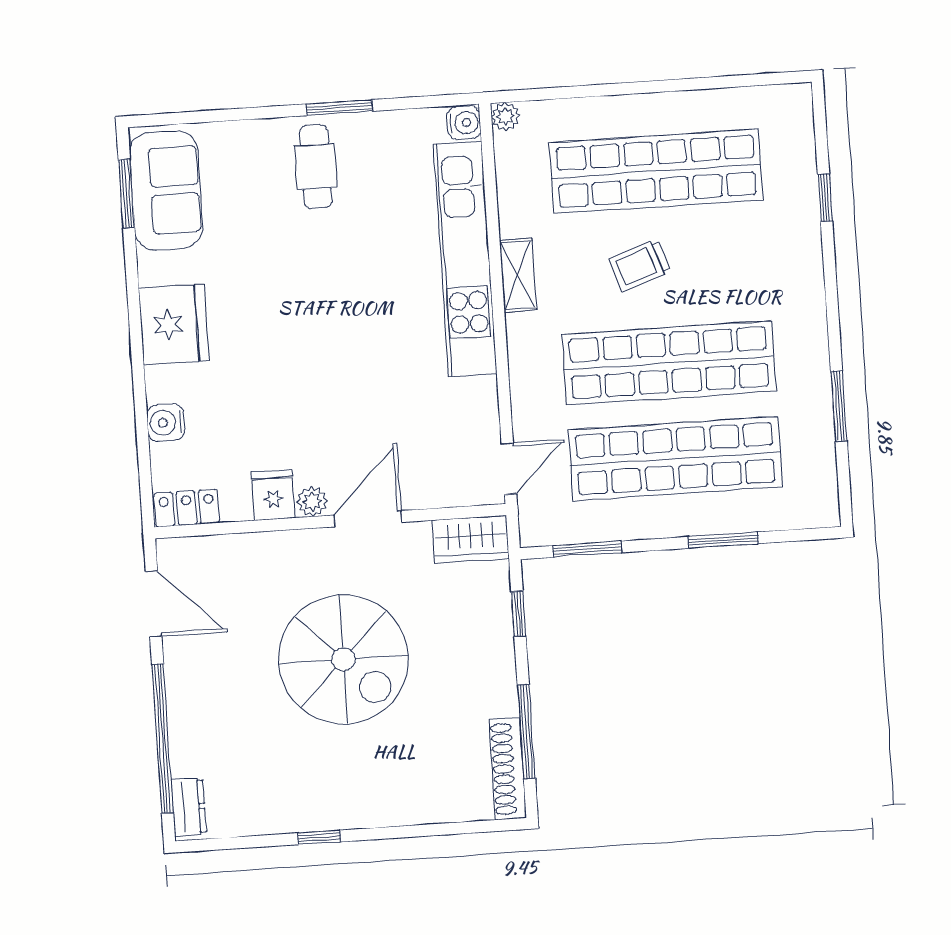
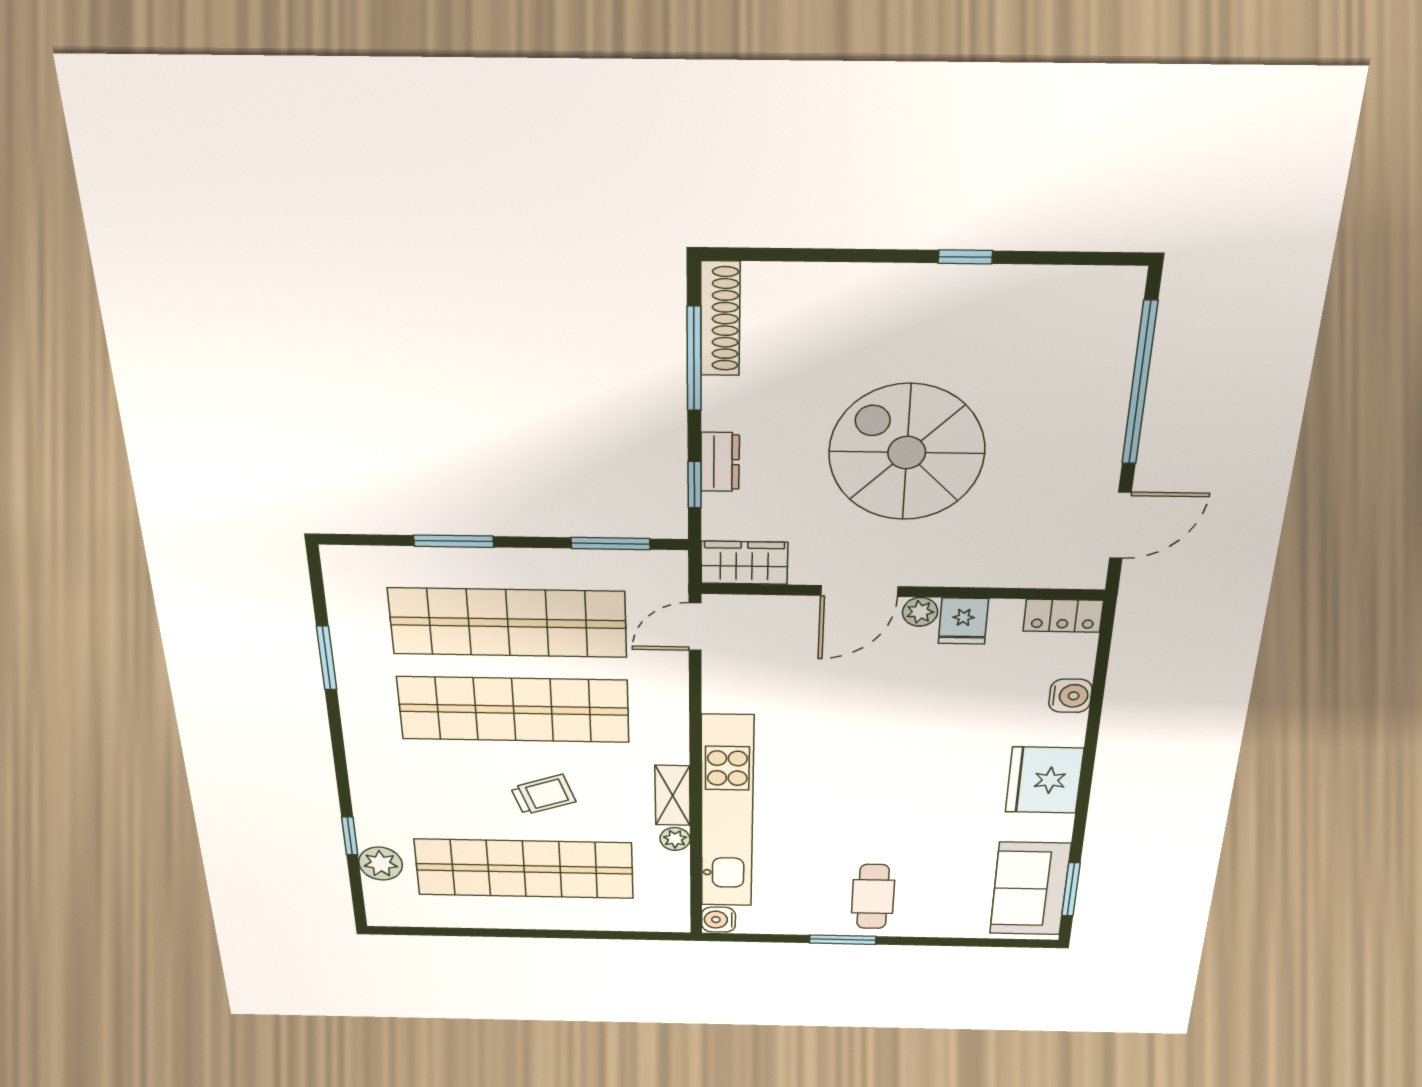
plant: (505, 117) -> (675, 839), moved
plant: (796, 165) -> (381, 864), added
door: (154, 604) -> (1120, 525), swing flipped
dresser: (189, 807) -> (720, 462), moved, turned 180

